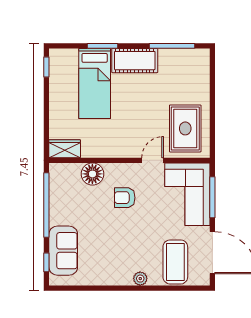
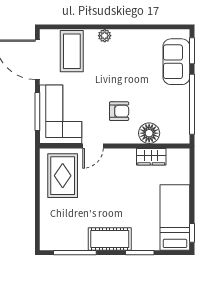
bed: (95, 84) -> (175, 218), moved
wardrobe: (65, 149) -> (151, 157), moved
window: (46, 262) -> (192, 51), width x1.50

